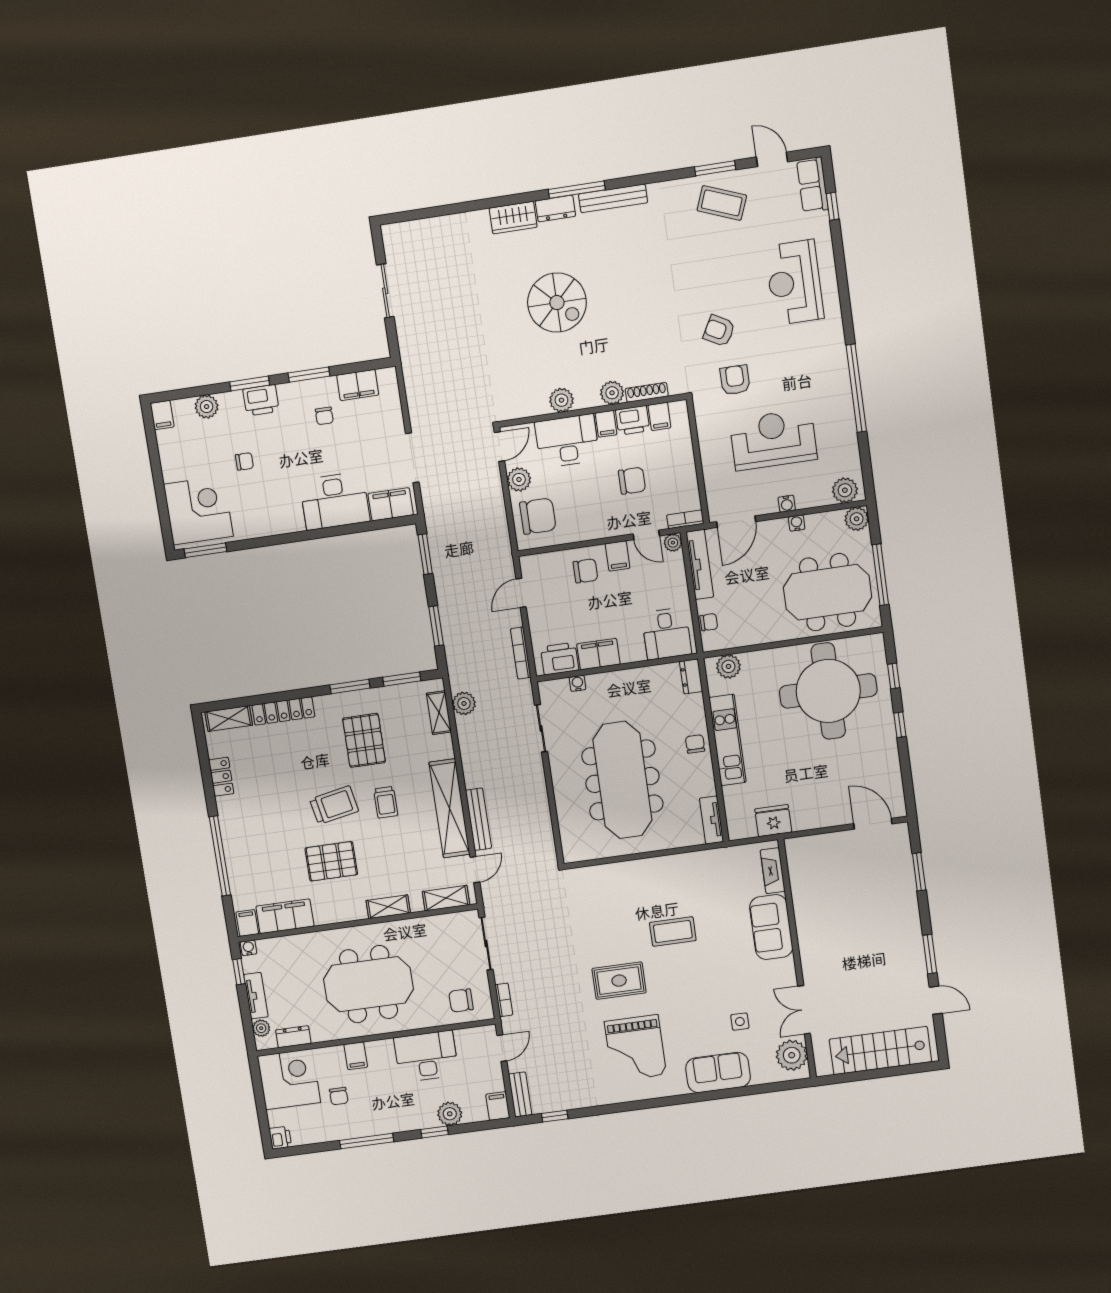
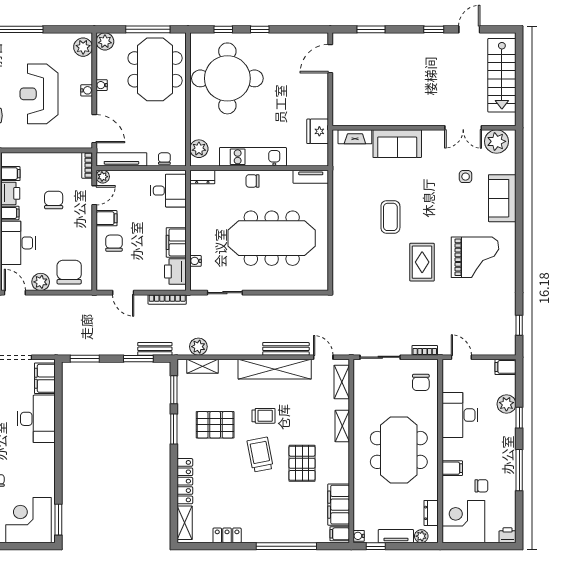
window: (930, 954) -> (434, 29), width x0.67
bench: (520, 1094) -> (155, 349), moved

